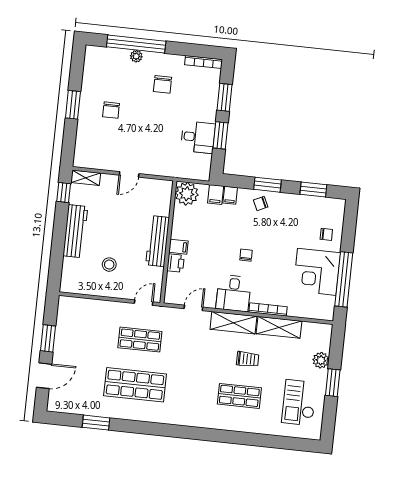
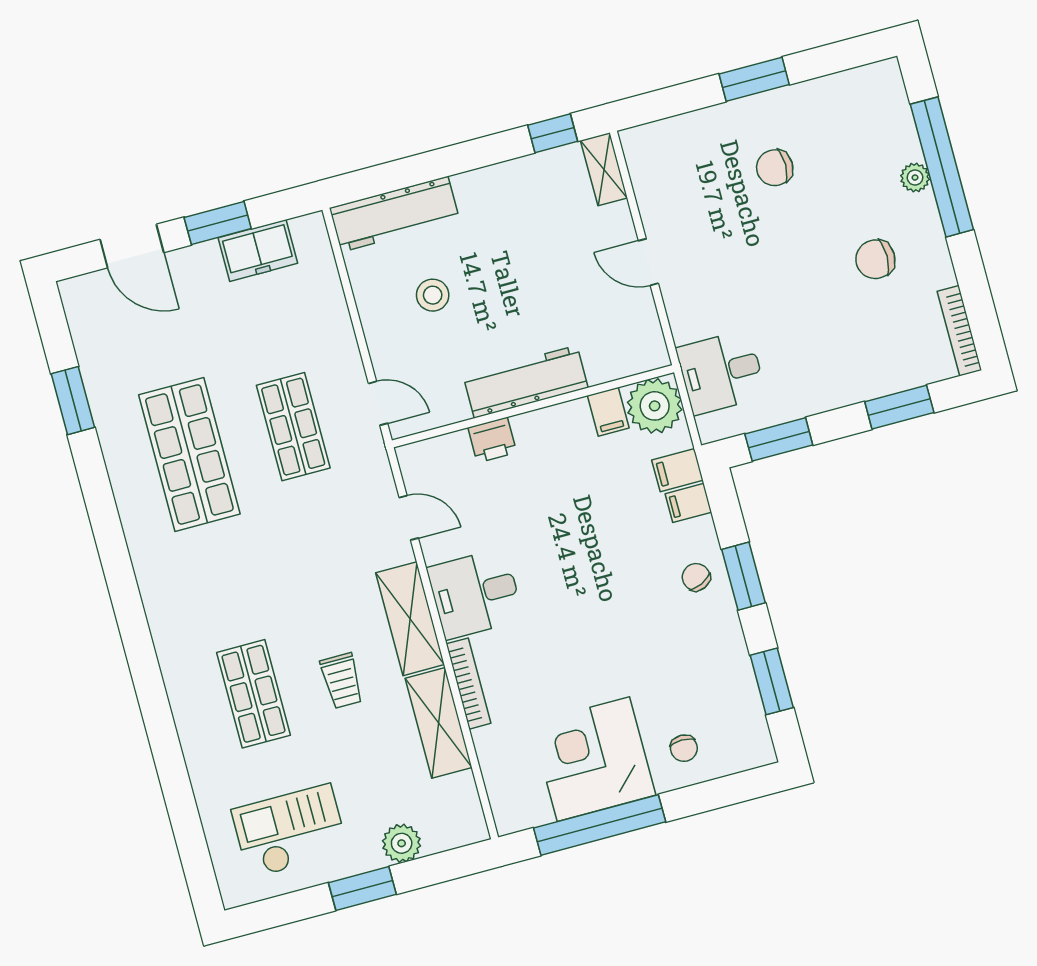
window: (220, 135) -> (779, 439), moved
desk: (198, 137) -> (721, 372), moved, turned 90
workbench: (75, 231) -> (395, 214), moved
filing cabinet: (178, 247) -> (608, 412), moved
chair: (246, 255) -> (570, 589), removed
freezer: (65, 327) -> (258, 251), added

